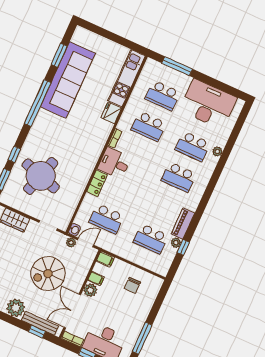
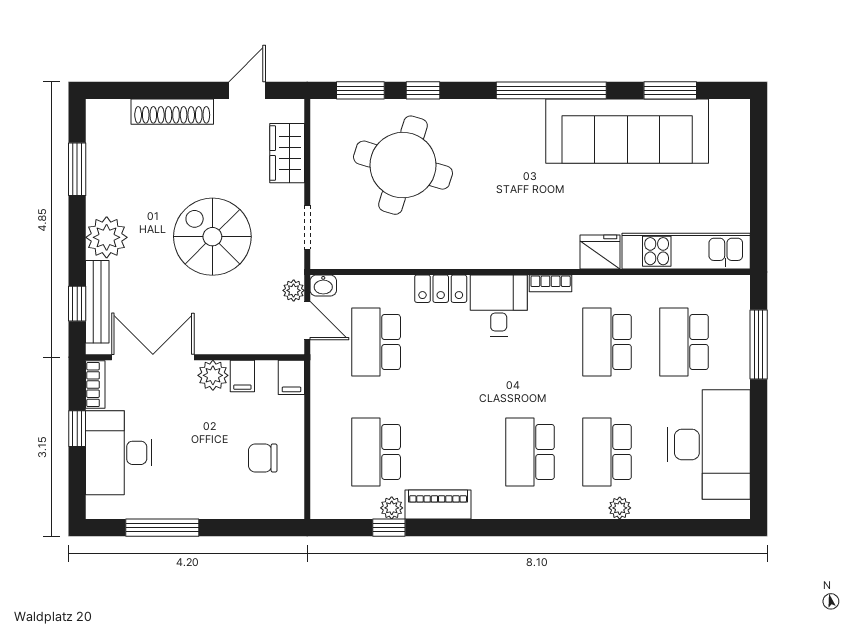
spiral stairs: (48, 274) -> (212, 237), moved

